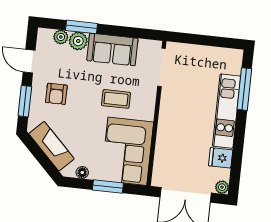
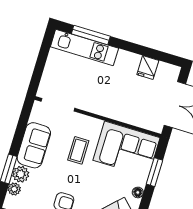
kitchen unit: (227, 111) -> (84, 48), moved
plant: (222, 187) -> (174, 71), removed

